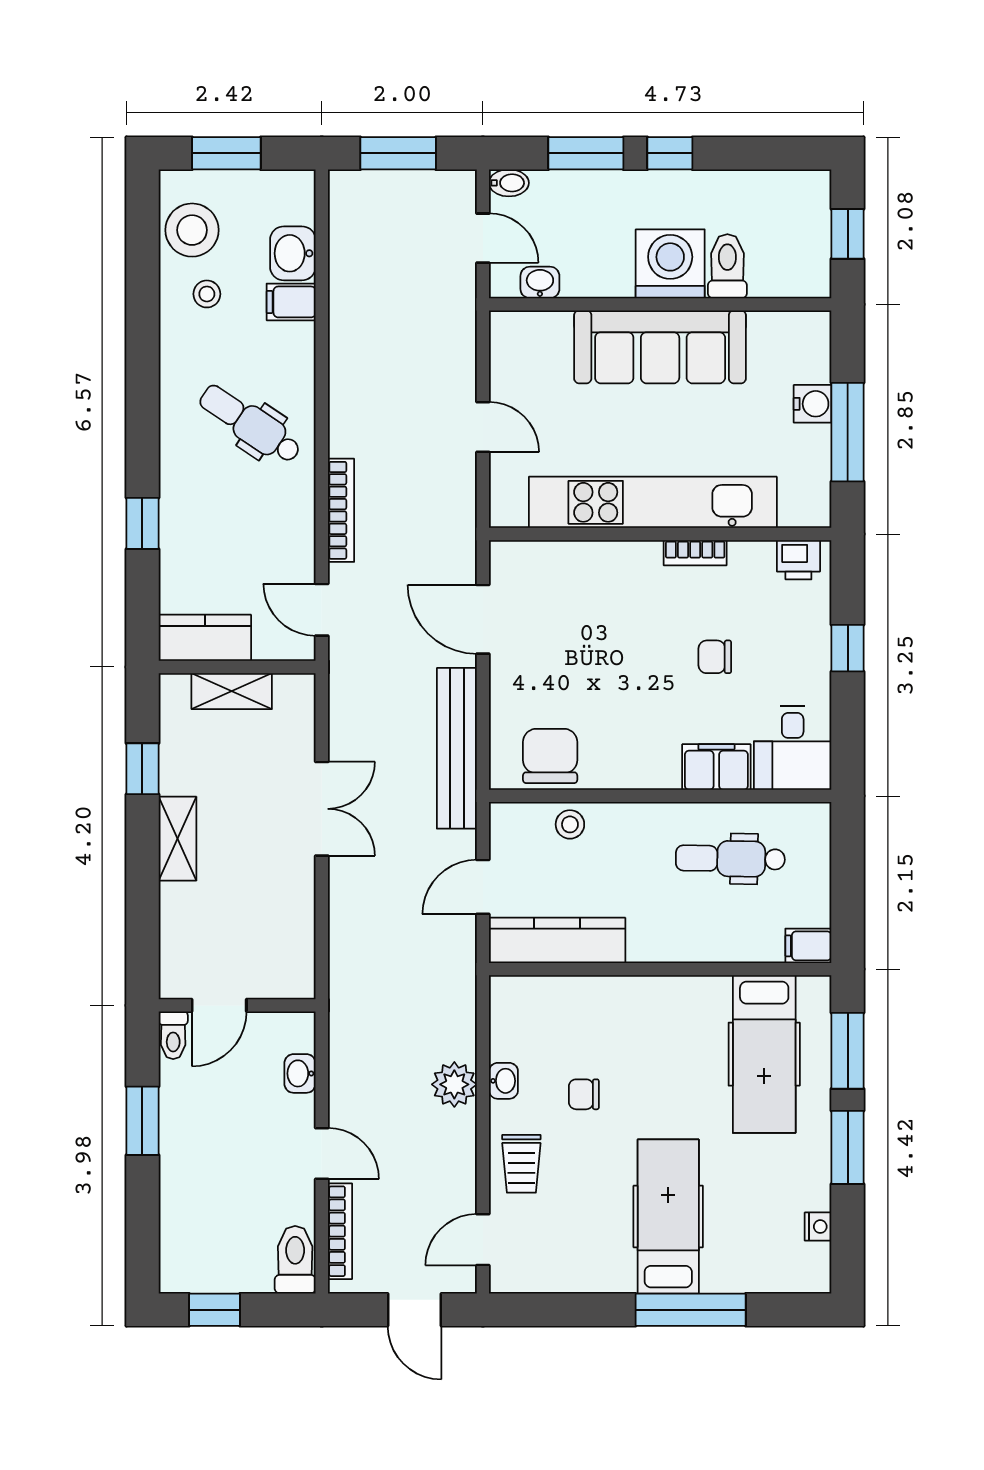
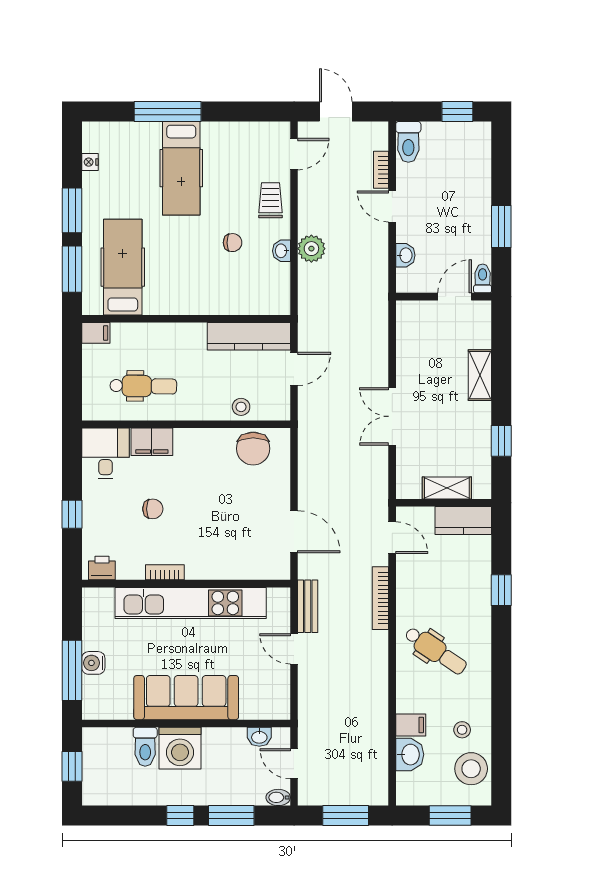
window: (848, 432) -> (72, 670), moved
bench: (457, 748) -> (308, 606), moved, width x0.54, depth x0.82
shelving: (177, 839) -> (480, 375), moved
bookcase: (340, 1231) -> (381, 170), width x0.64

